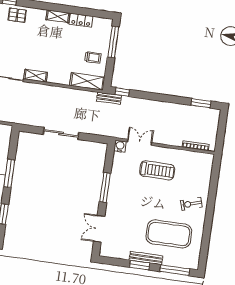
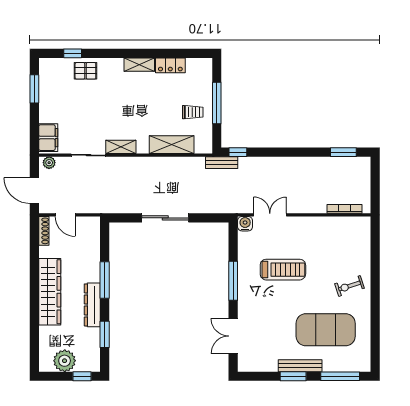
window: (113, 42) -> (217, 103), moved
shelving: (87, 81) -> (172, 145), moved
treadmill: (157, 170) -> (283, 270), moved

